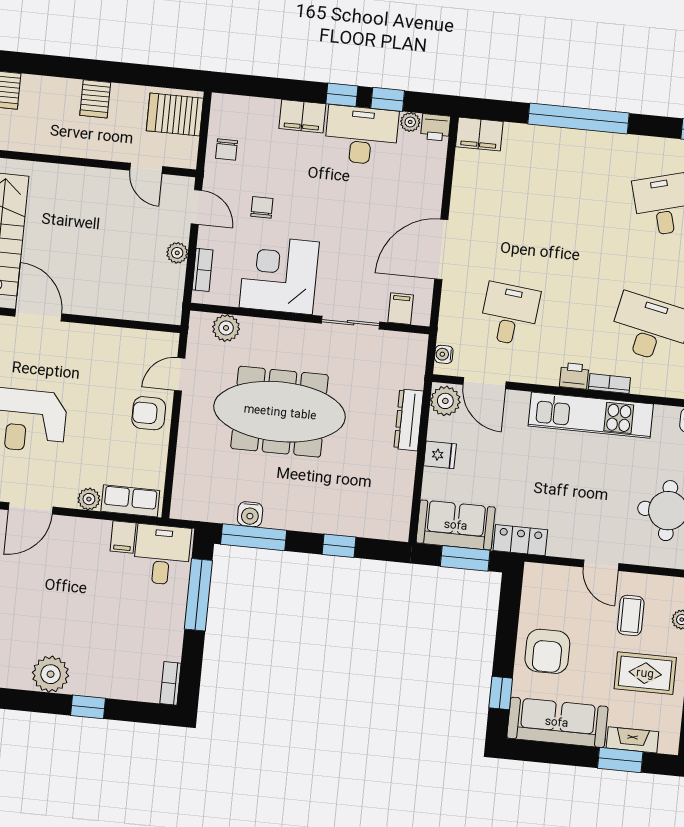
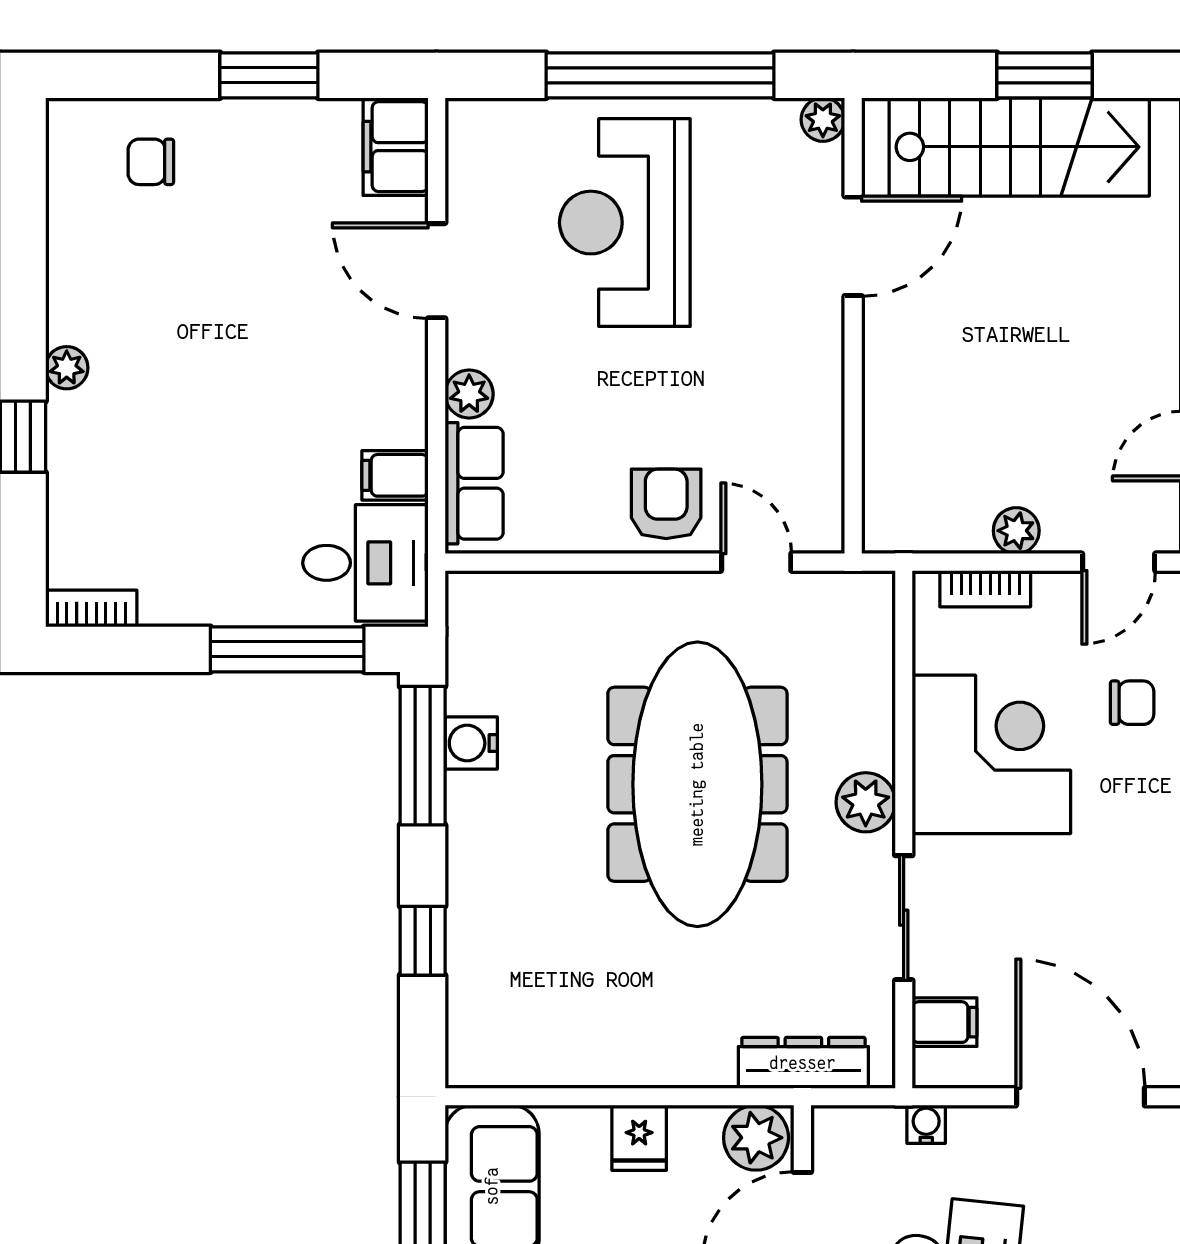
plant: (226, 328) -> (866, 802), moved
water cooler: (444, 354) -> (926, 1124), moved
dresser: (409, 420) -> (803, 1063), moved
plant: (51, 674) -> (67, 368), width x0.53, depth x0.53

